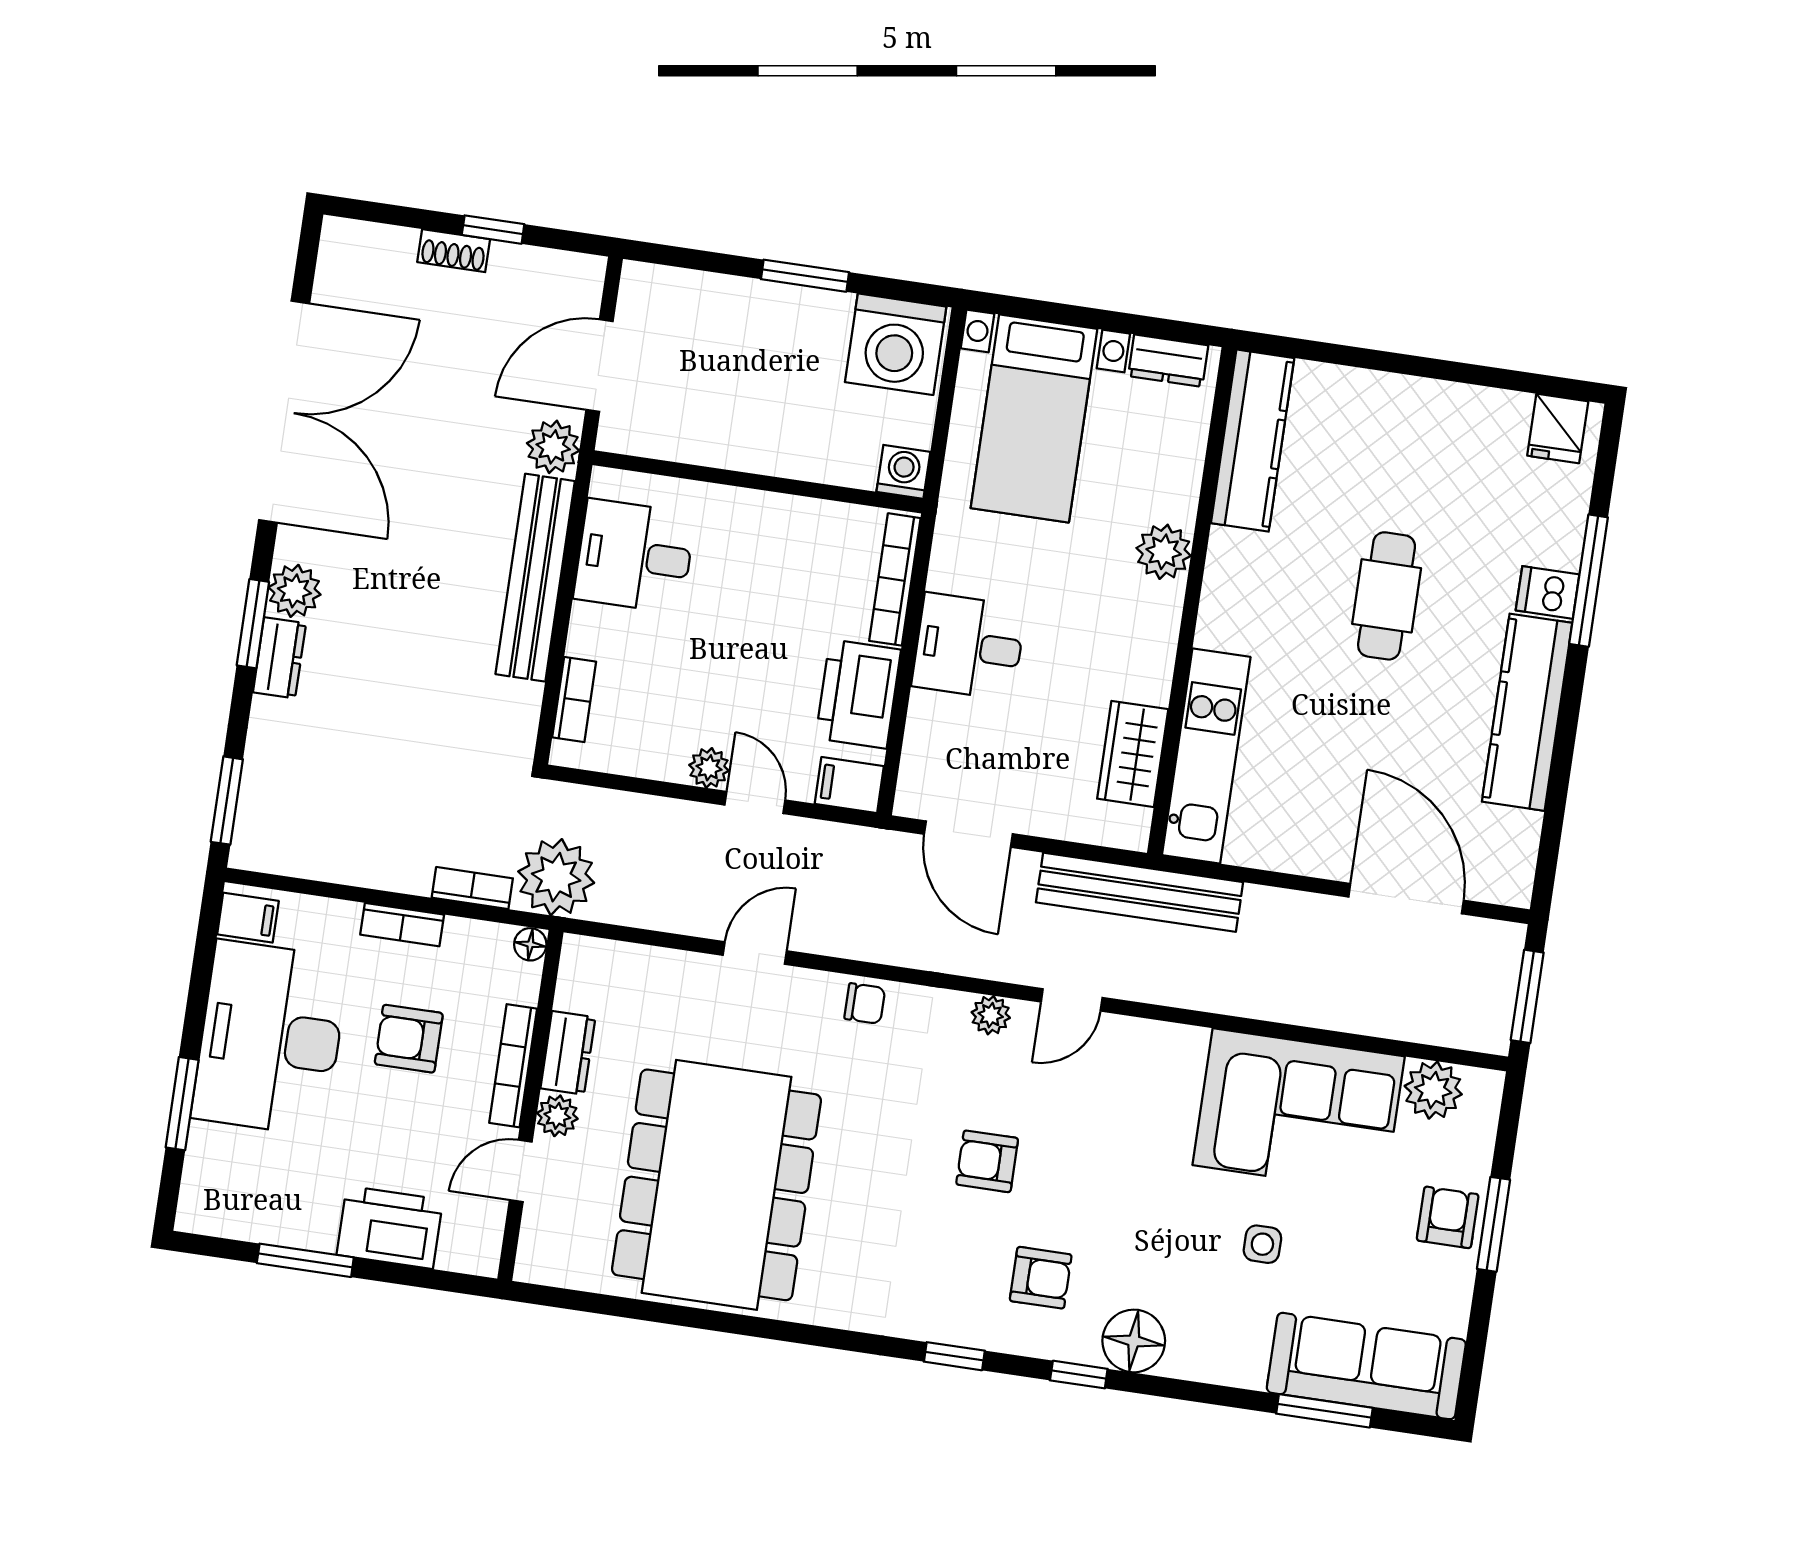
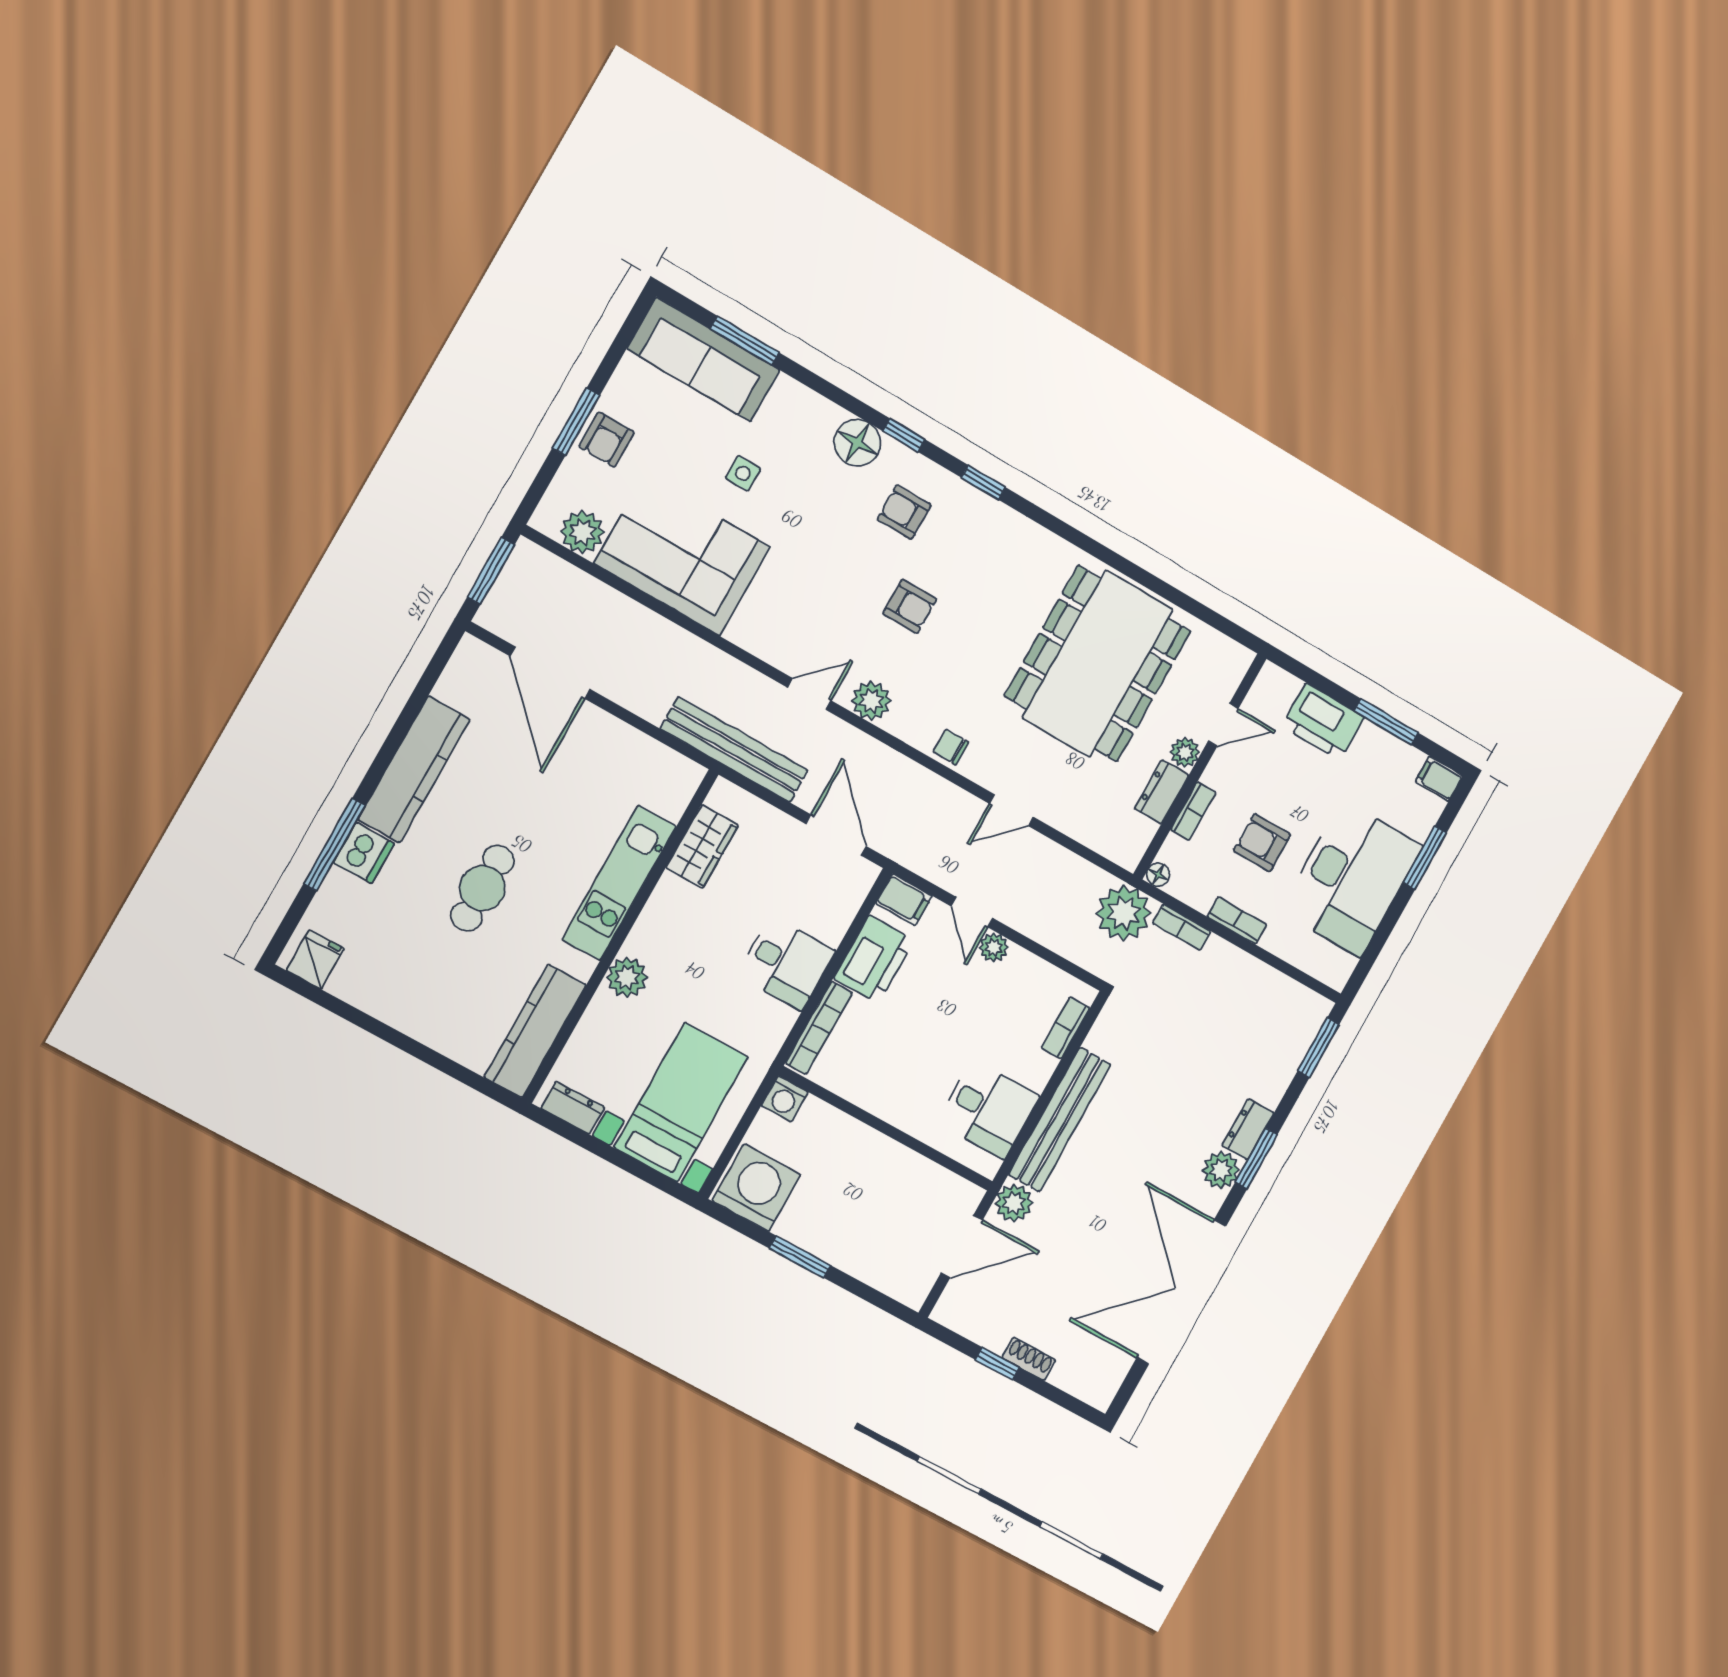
dishwasher: (1548, 592) -> (364, 853), width x1.38
kitchen unit: (1206, 756) -> (619, 883), moved
filing cabinet: (248, 918) -> (1439, 779), moved
plant: (991, 1015) -> (871, 701), width x1.38, depth x1.38
armchair: (409, 1039) -> (1262, 843), turned 180
bookcase: (513, 1066) -> (1193, 811), width x0.64

